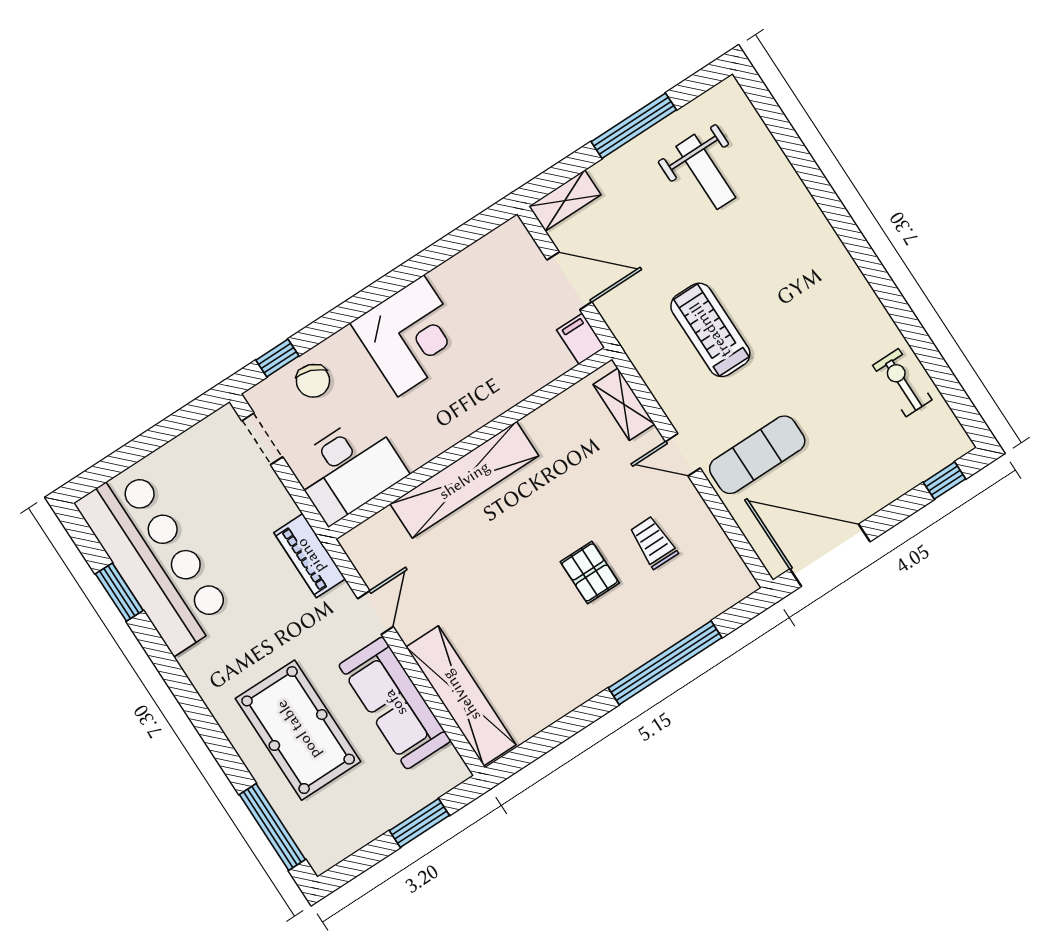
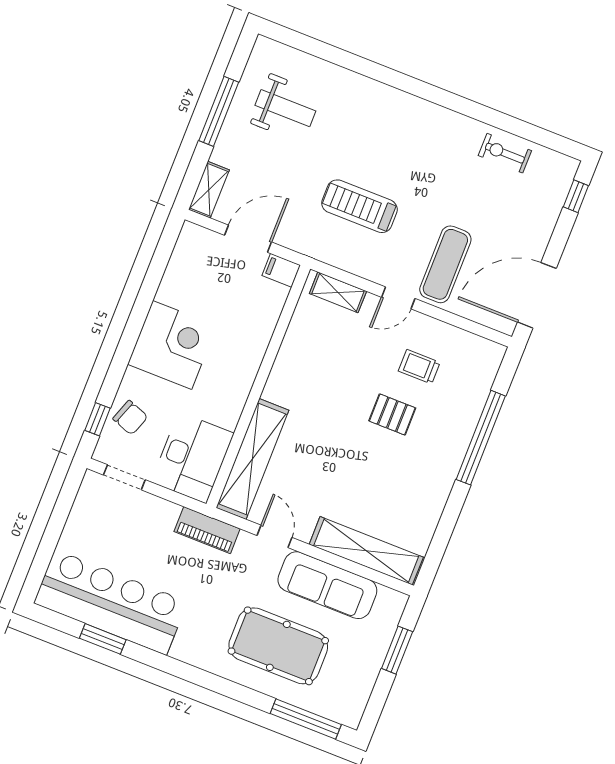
shelving: (464, 480) -> (252, 459), moved

